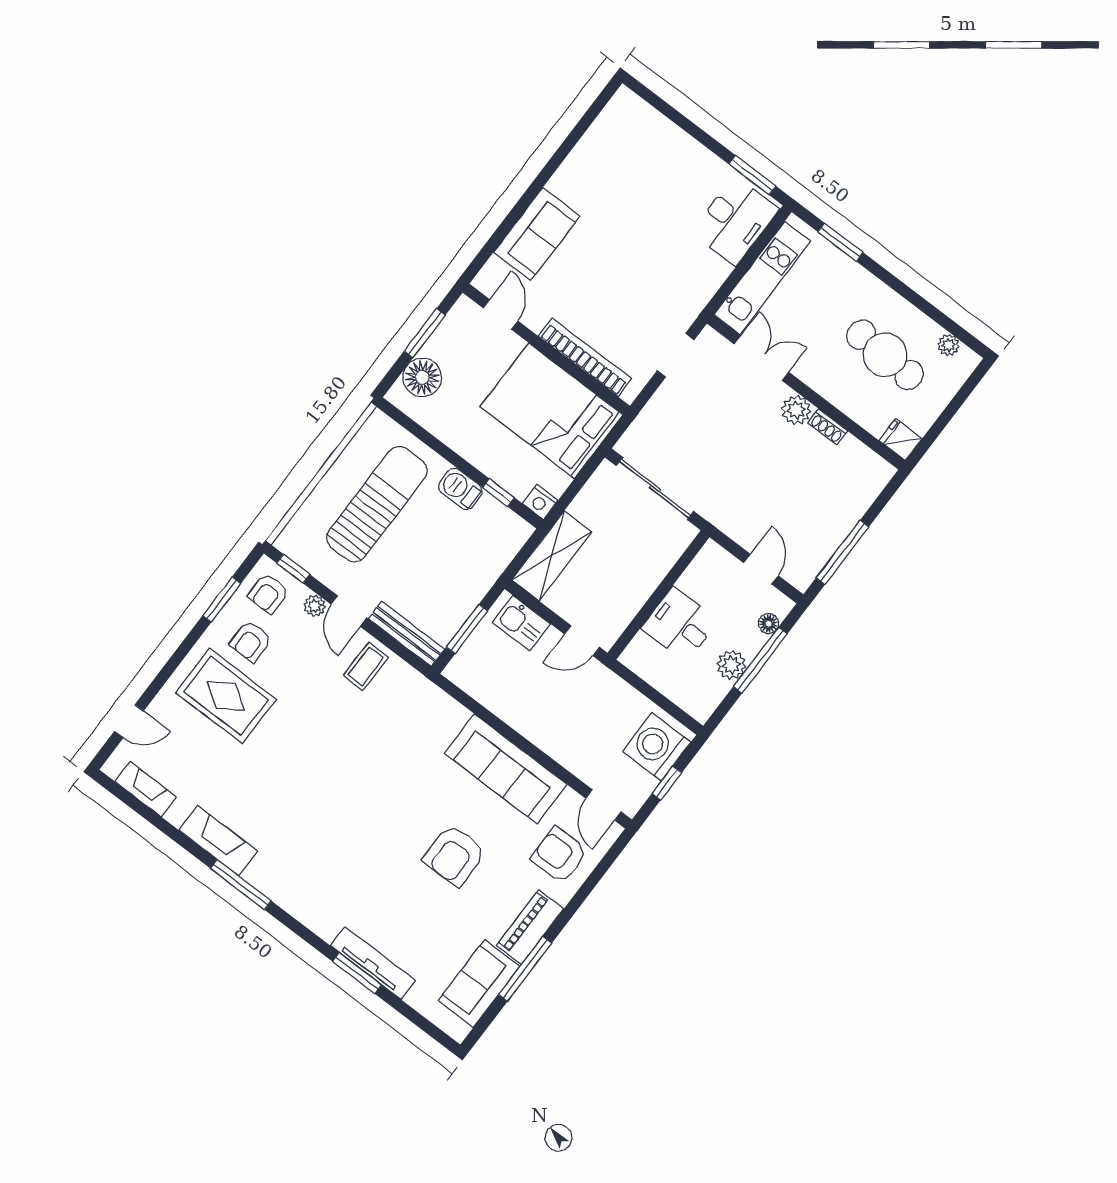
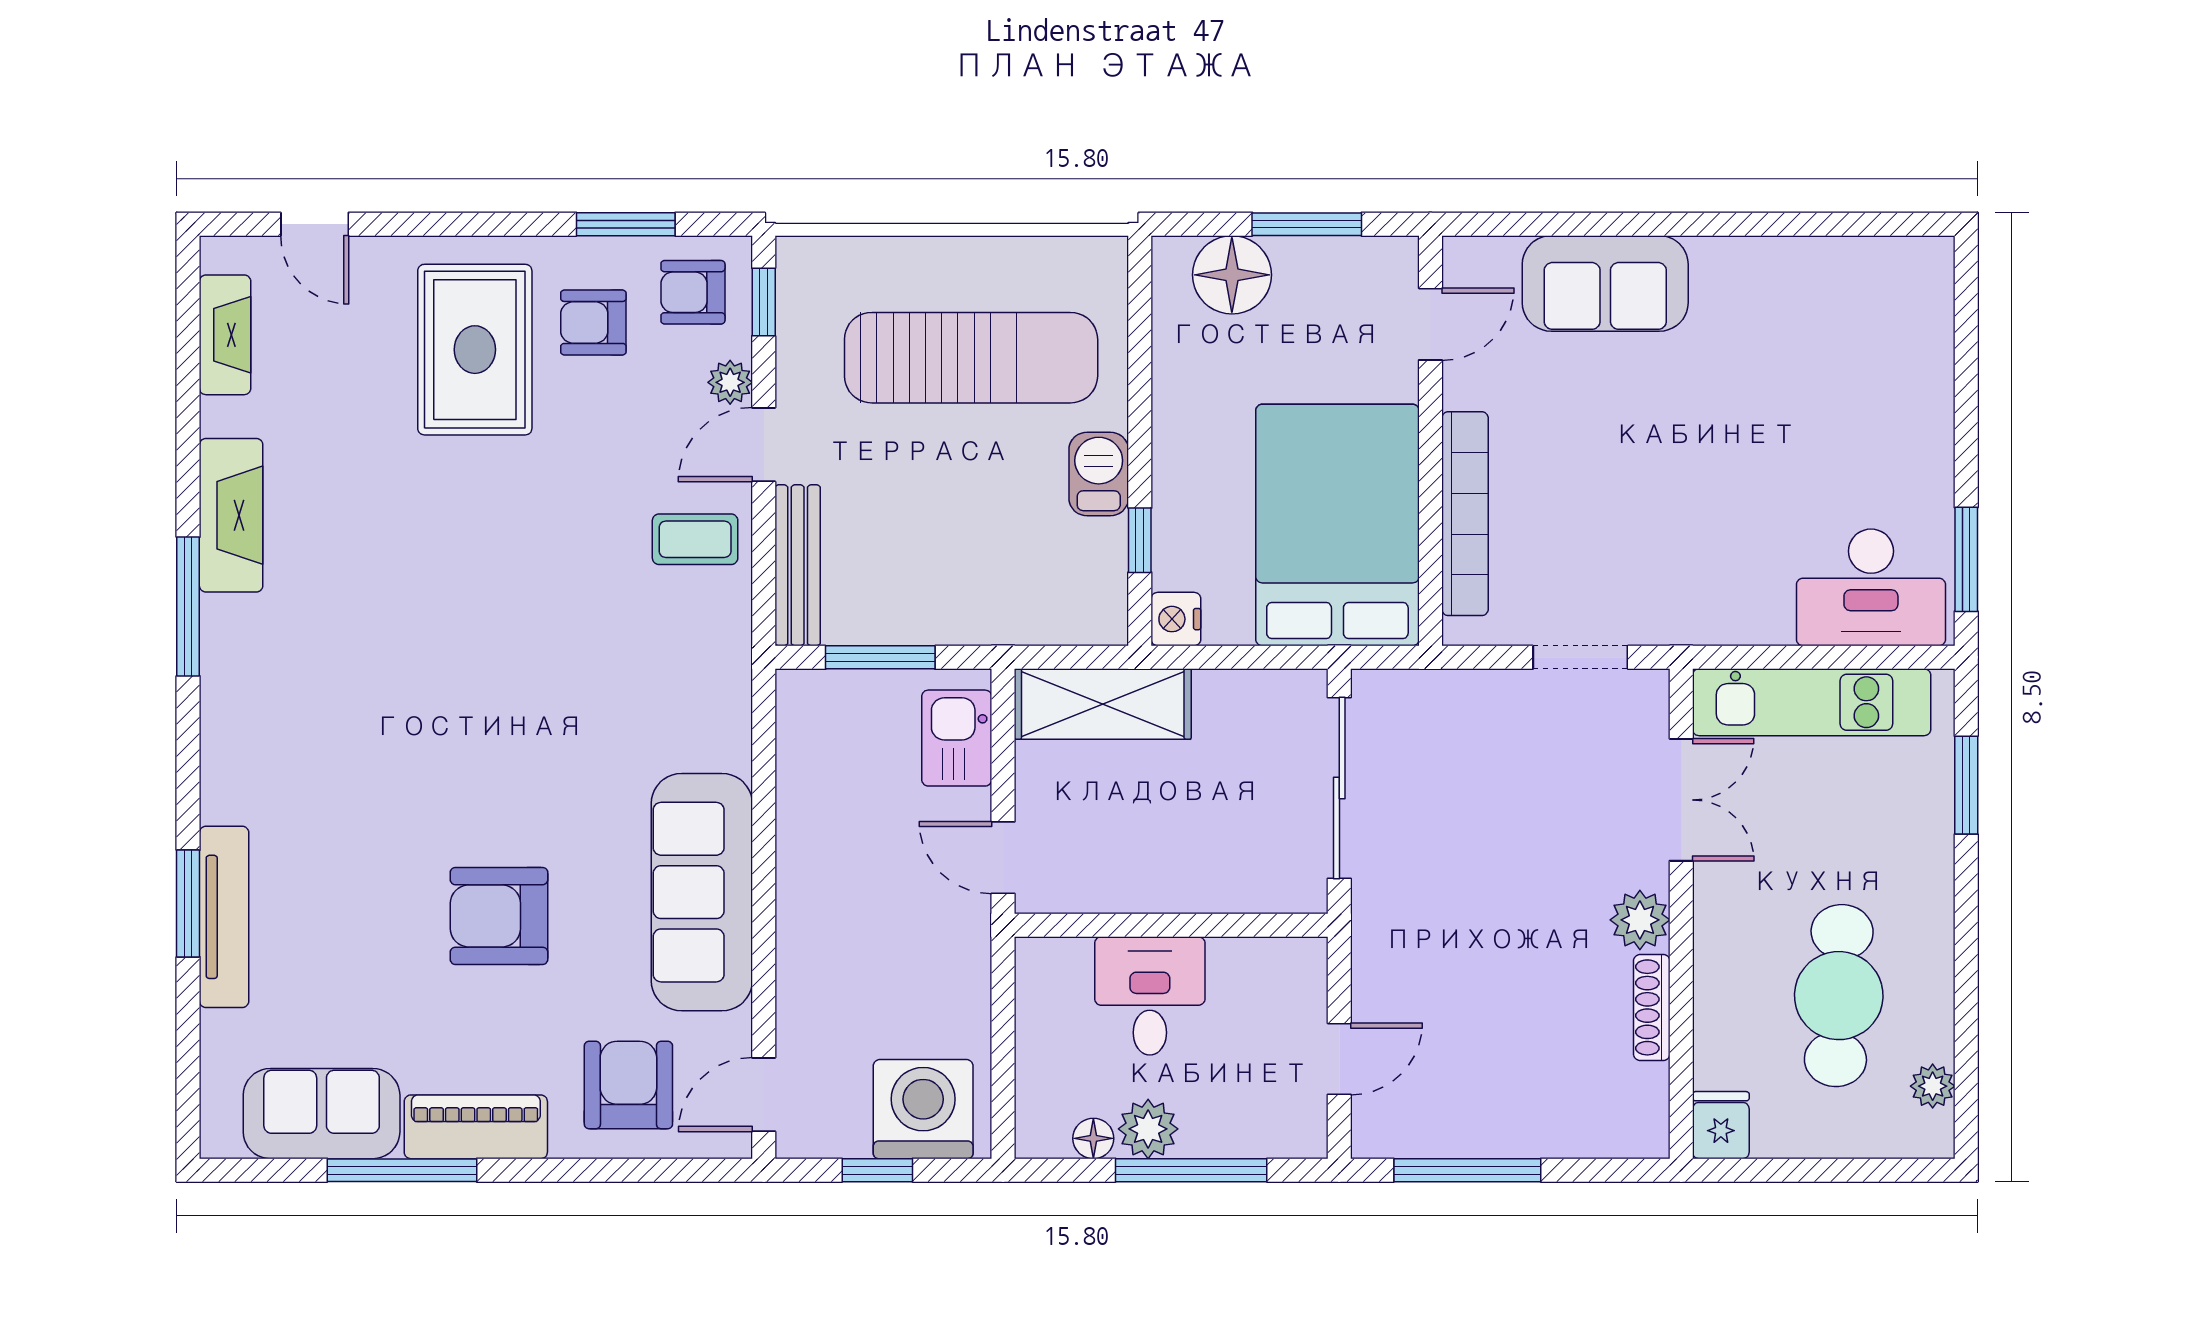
shoe rack: (828, 427) -> (1652, 1007), width x1.43
floor lamp: (769, 624) -> (1093, 1138), moved

